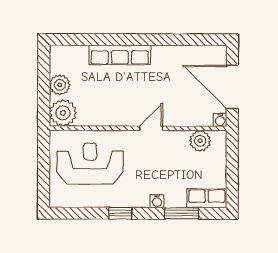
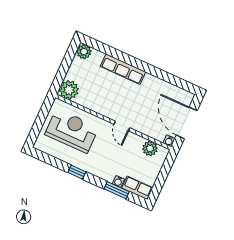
plant: (60, 85) -> (84, 52), moved
door: (151, 128) -> (122, 126), swing flipped
water cooler: (157, 201) -> (118, 181), moved

